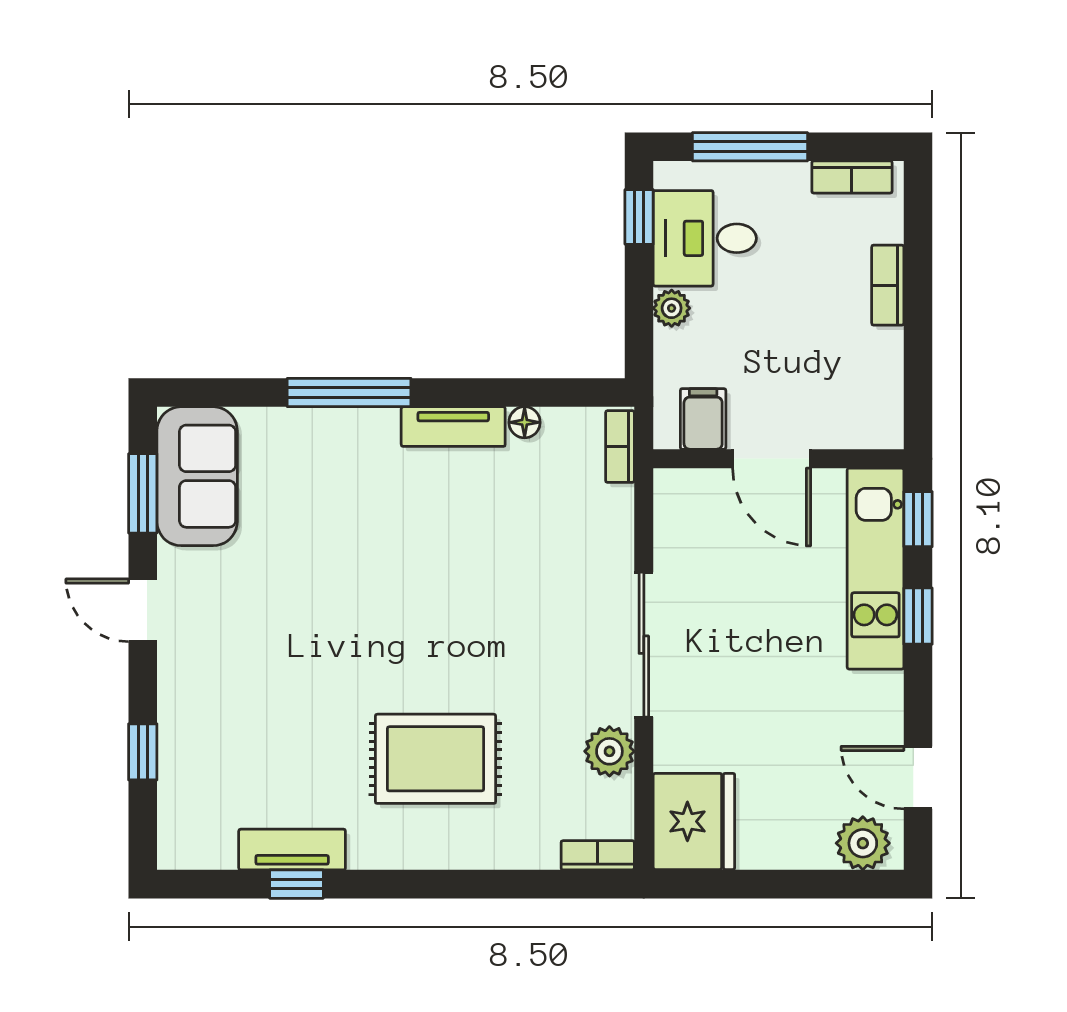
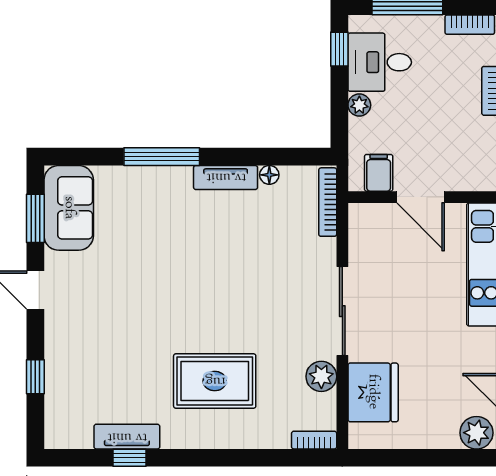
bookcase: (620, 447) -> (328, 202), width x1.56
fridge: (694, 821) -> (373, 392), moved

